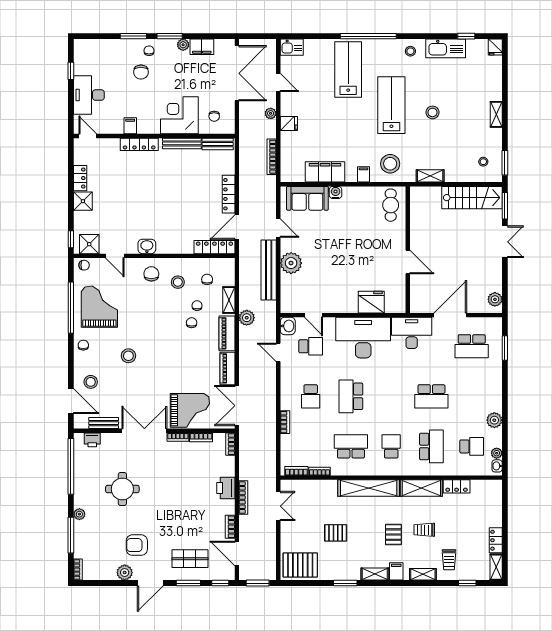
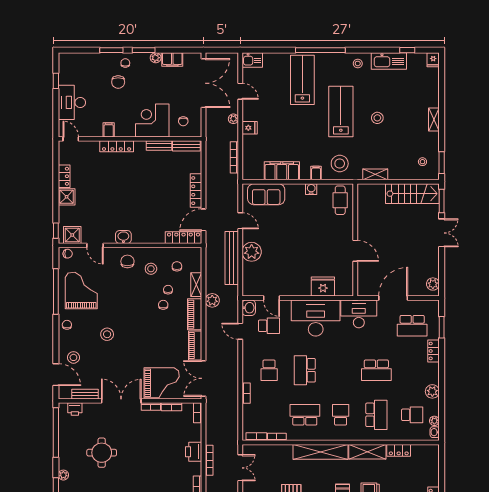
bench: (182, 143) -> (159, 145), width x0.73
water cooler: (336, 192) -> (311, 189), moved
locker: (496, 375) -> (434, 351), added

